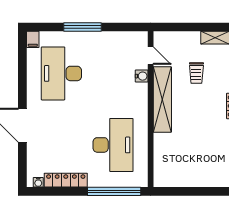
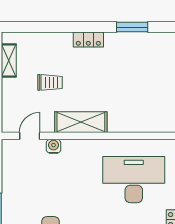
shelving: (162, 100) -> (81, 122), width x0.68

